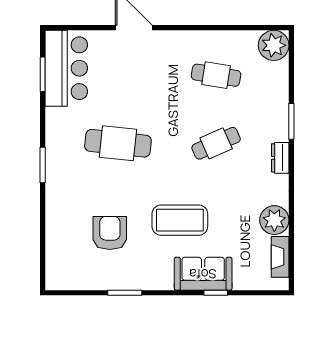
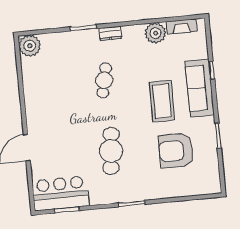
cafe table: (216, 75) -> (55, 85), removed
cafe table: (216, 143) -> (104, 80), turned 36
armchair: (110, 233) -> (176, 151), width x1.36, depth x1.36
sofa: (203, 274) -> (200, 88), width x1.36

